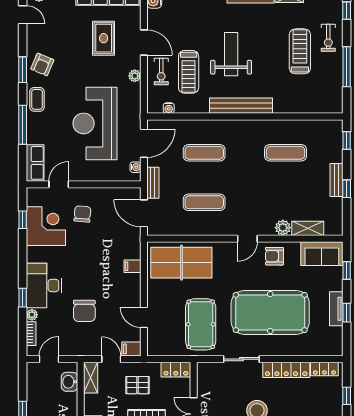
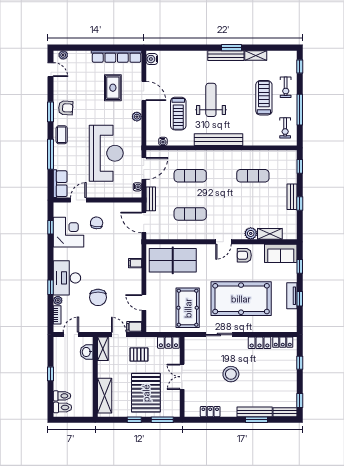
armchair: (42, 64) -> (66, 108), turned -110
exercise bike: (161, 71) -> (285, 128), moved
reception desk: (95, 123) -> (106, 153), turned 180
locker: (286, 370) -> (260, 343), width x0.66

